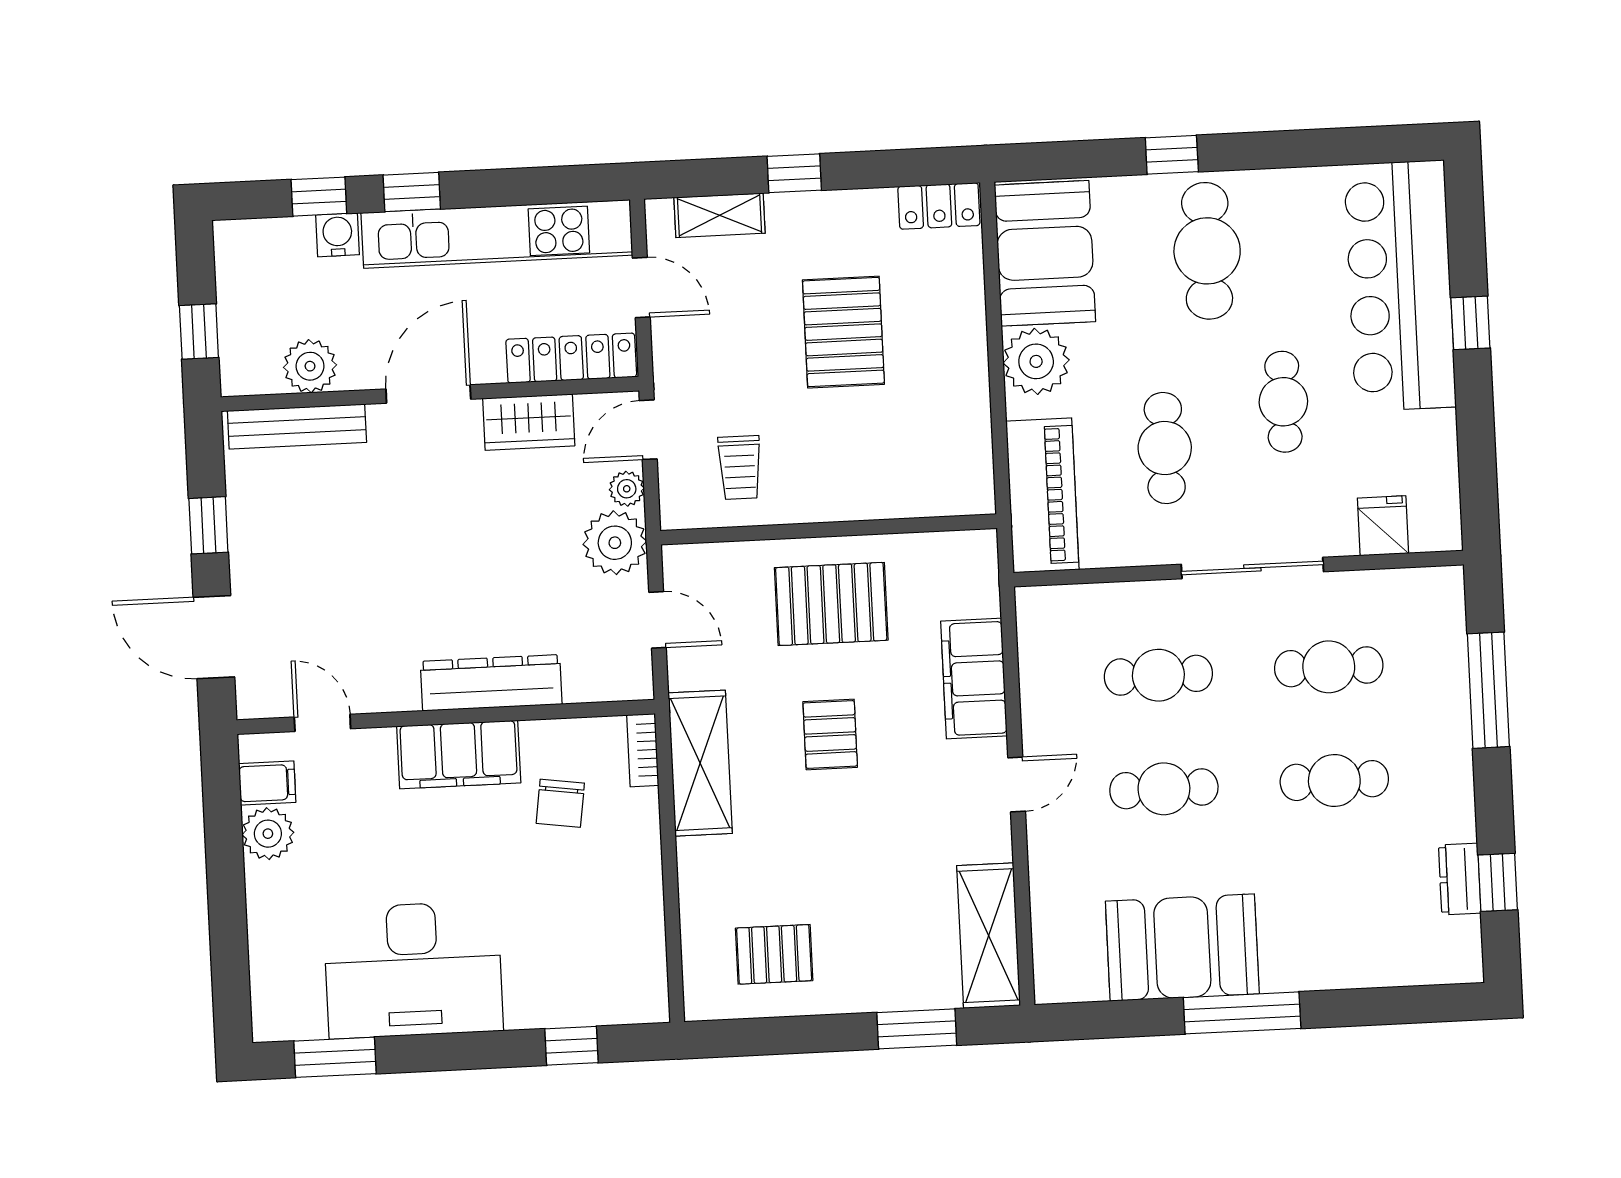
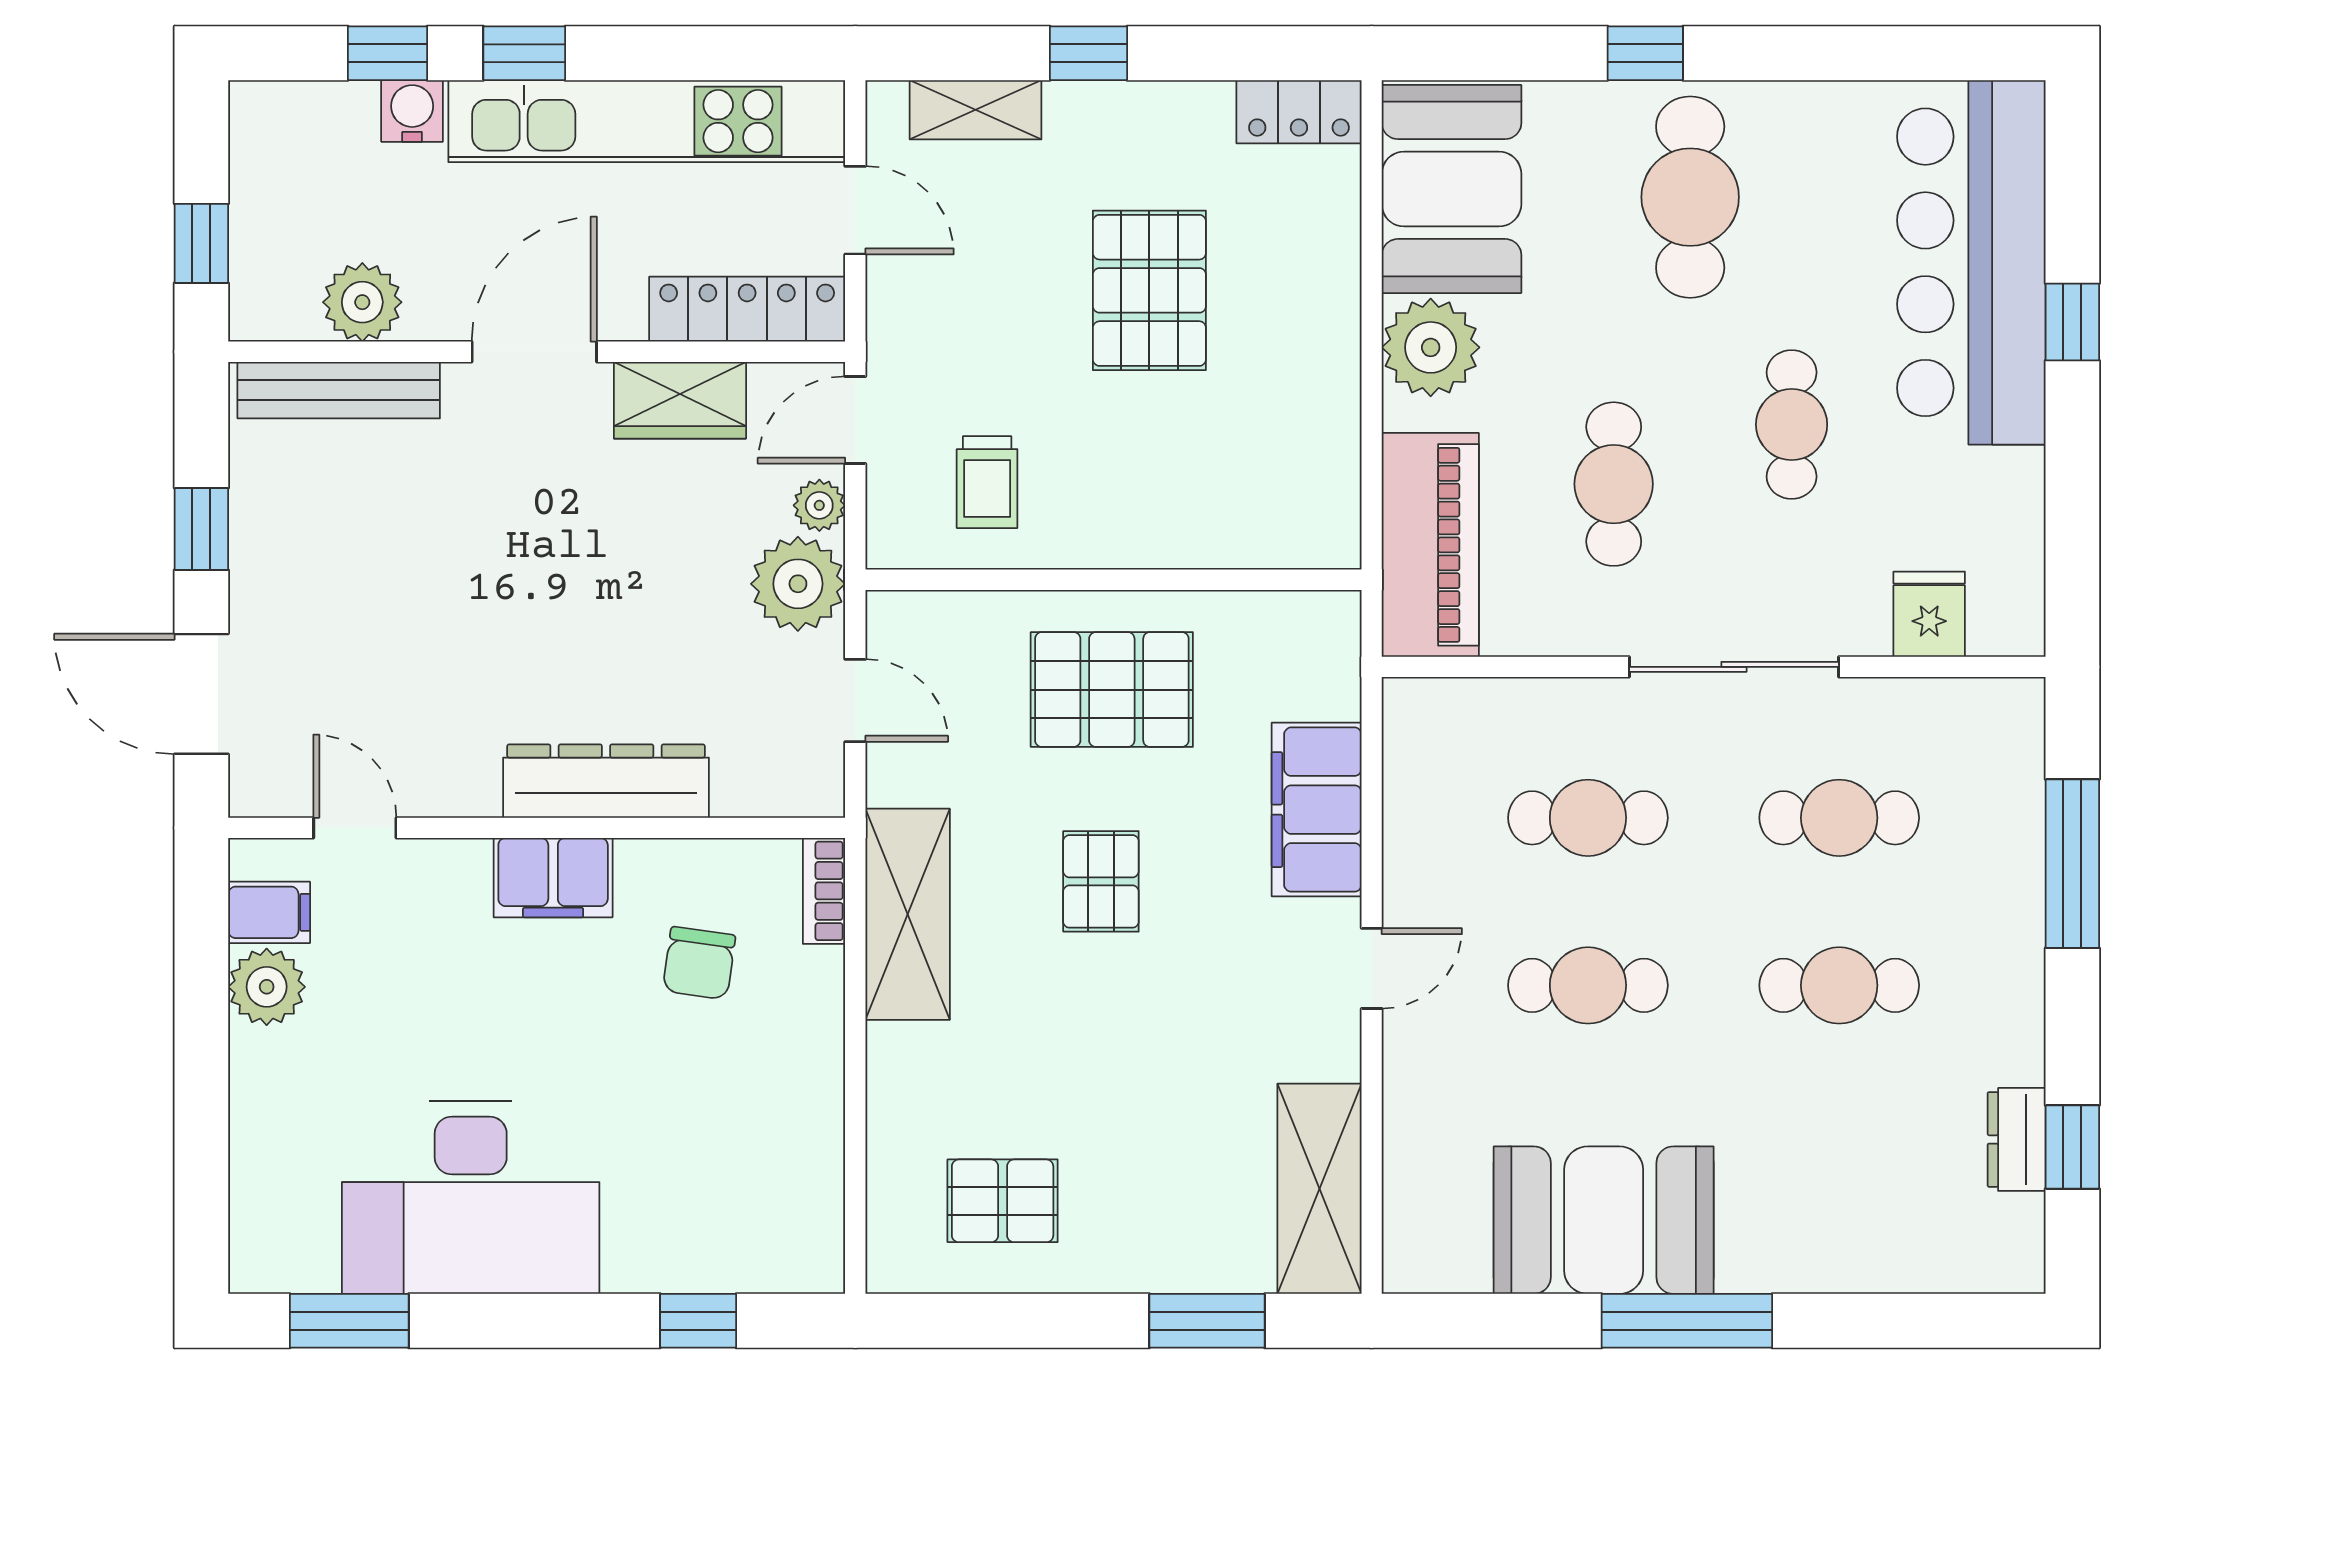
filing cabinet: (459, 755) -> (553, 878), width x0.67, depth x0.86

